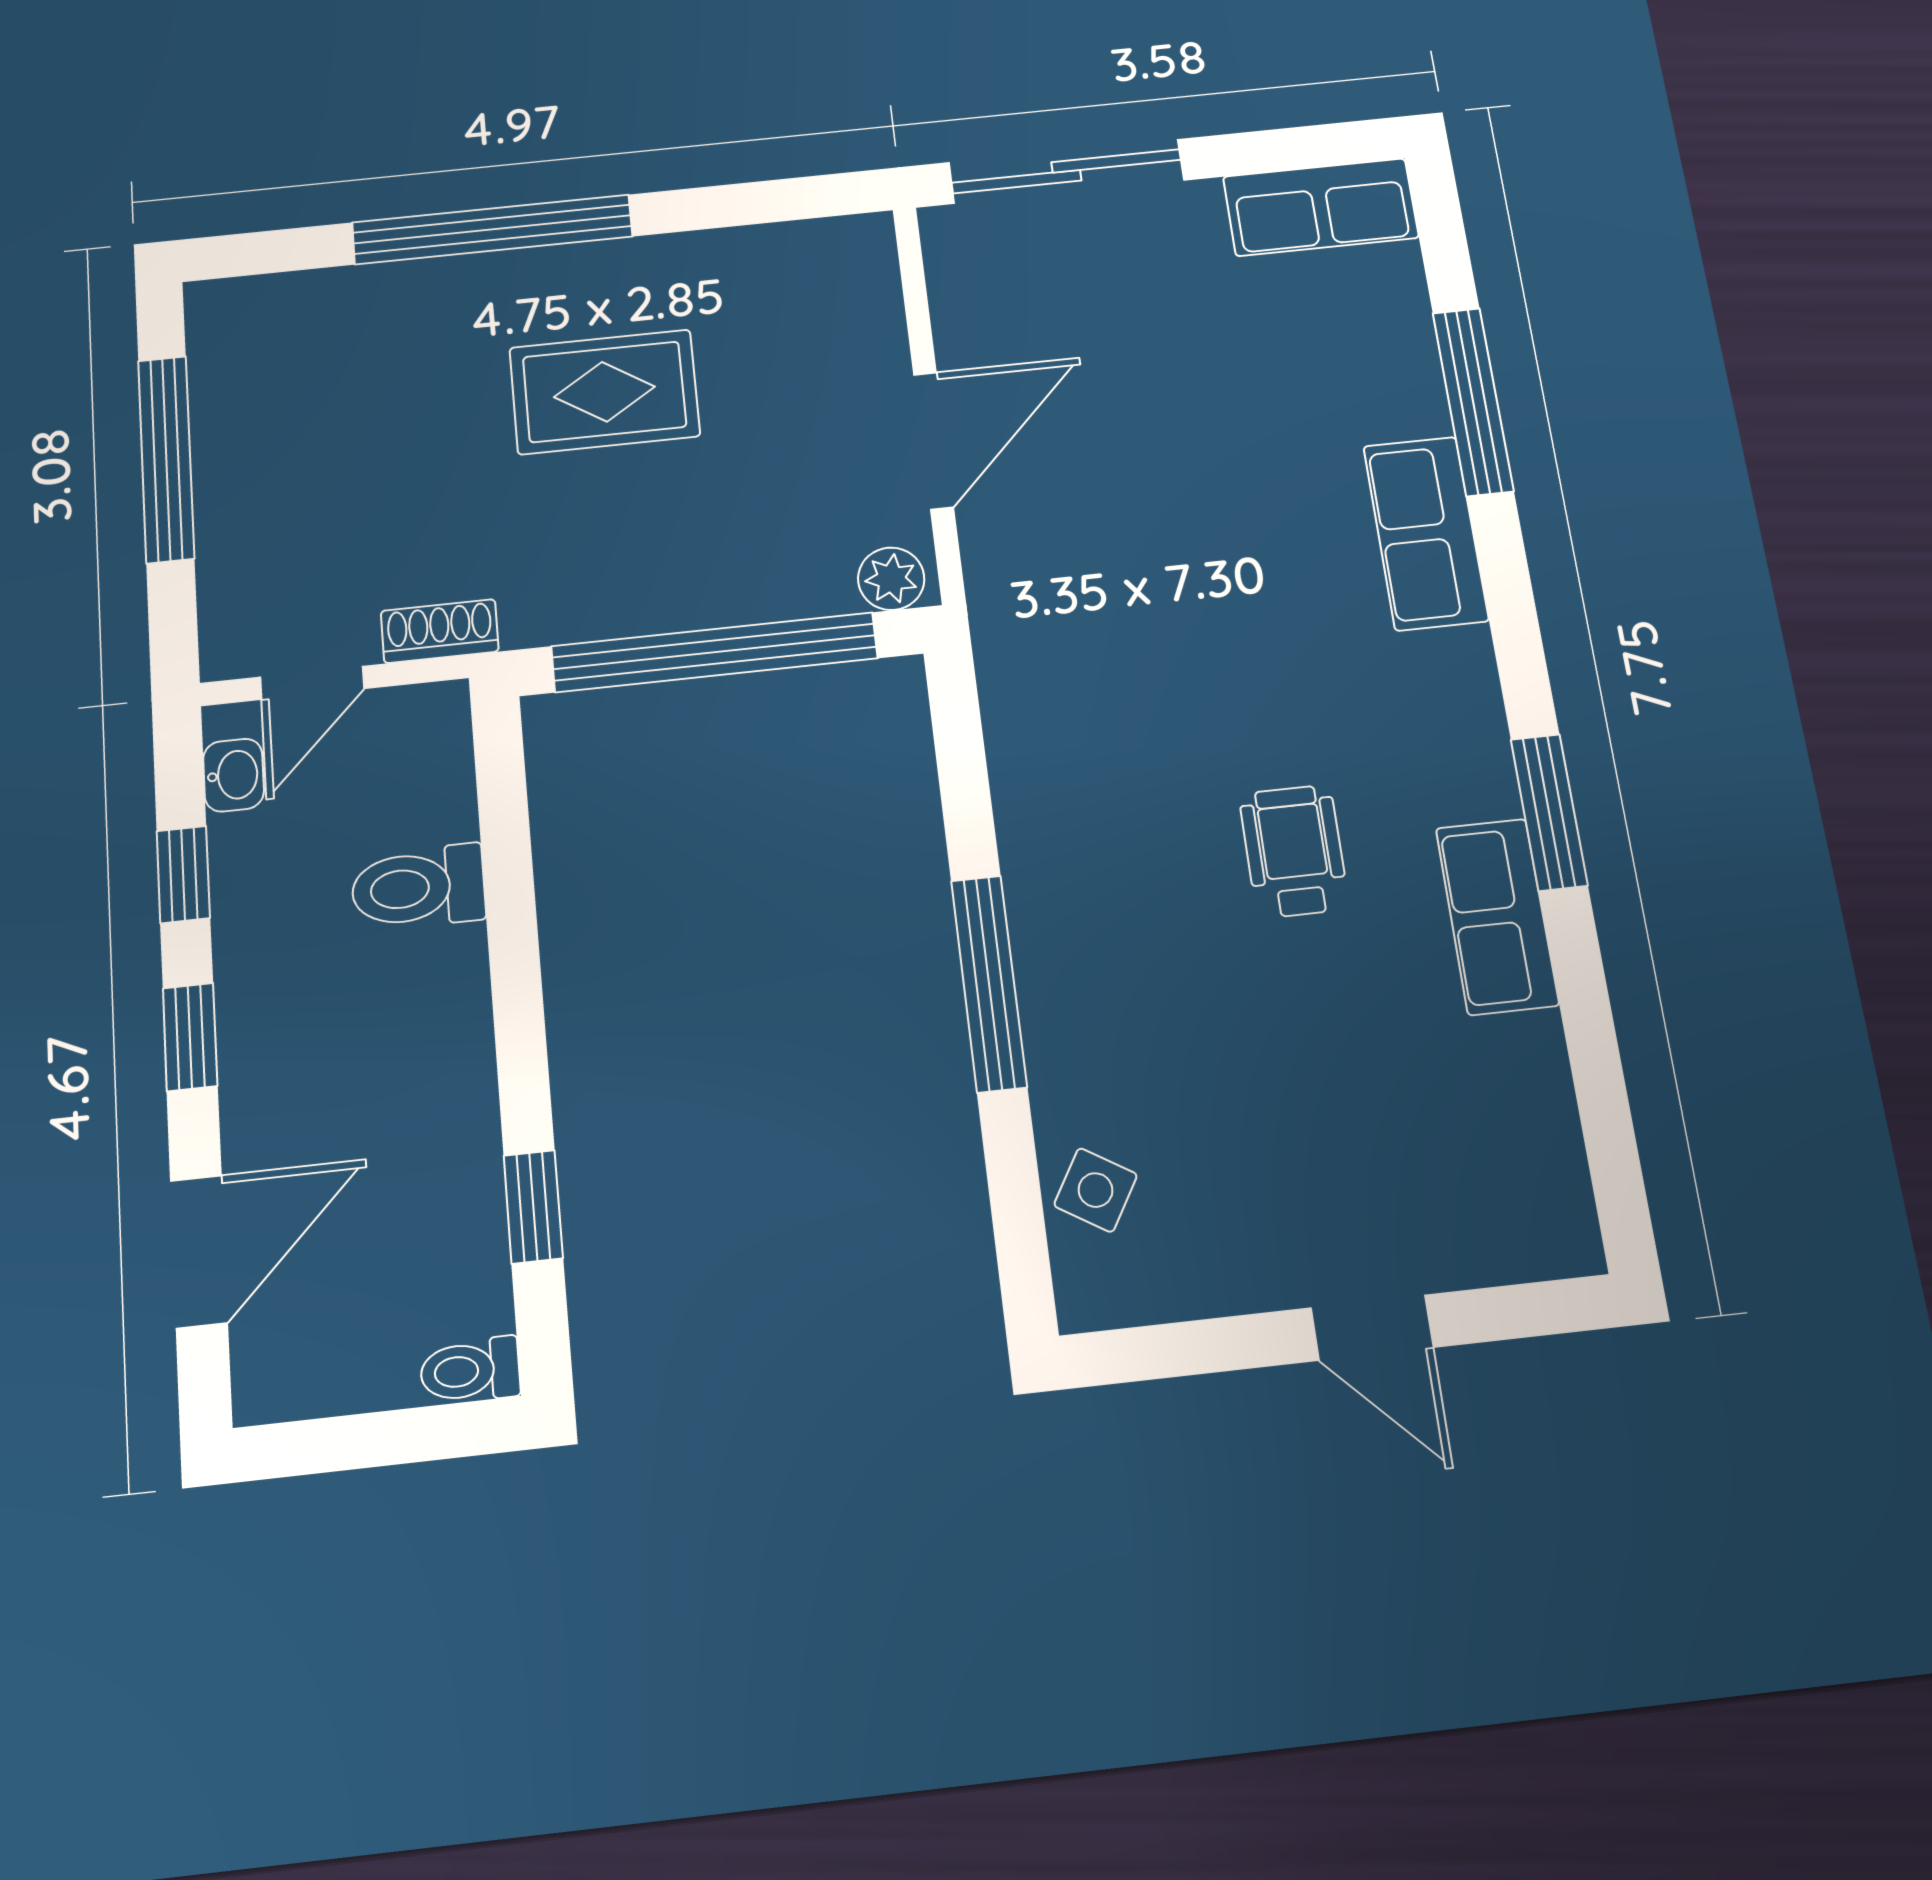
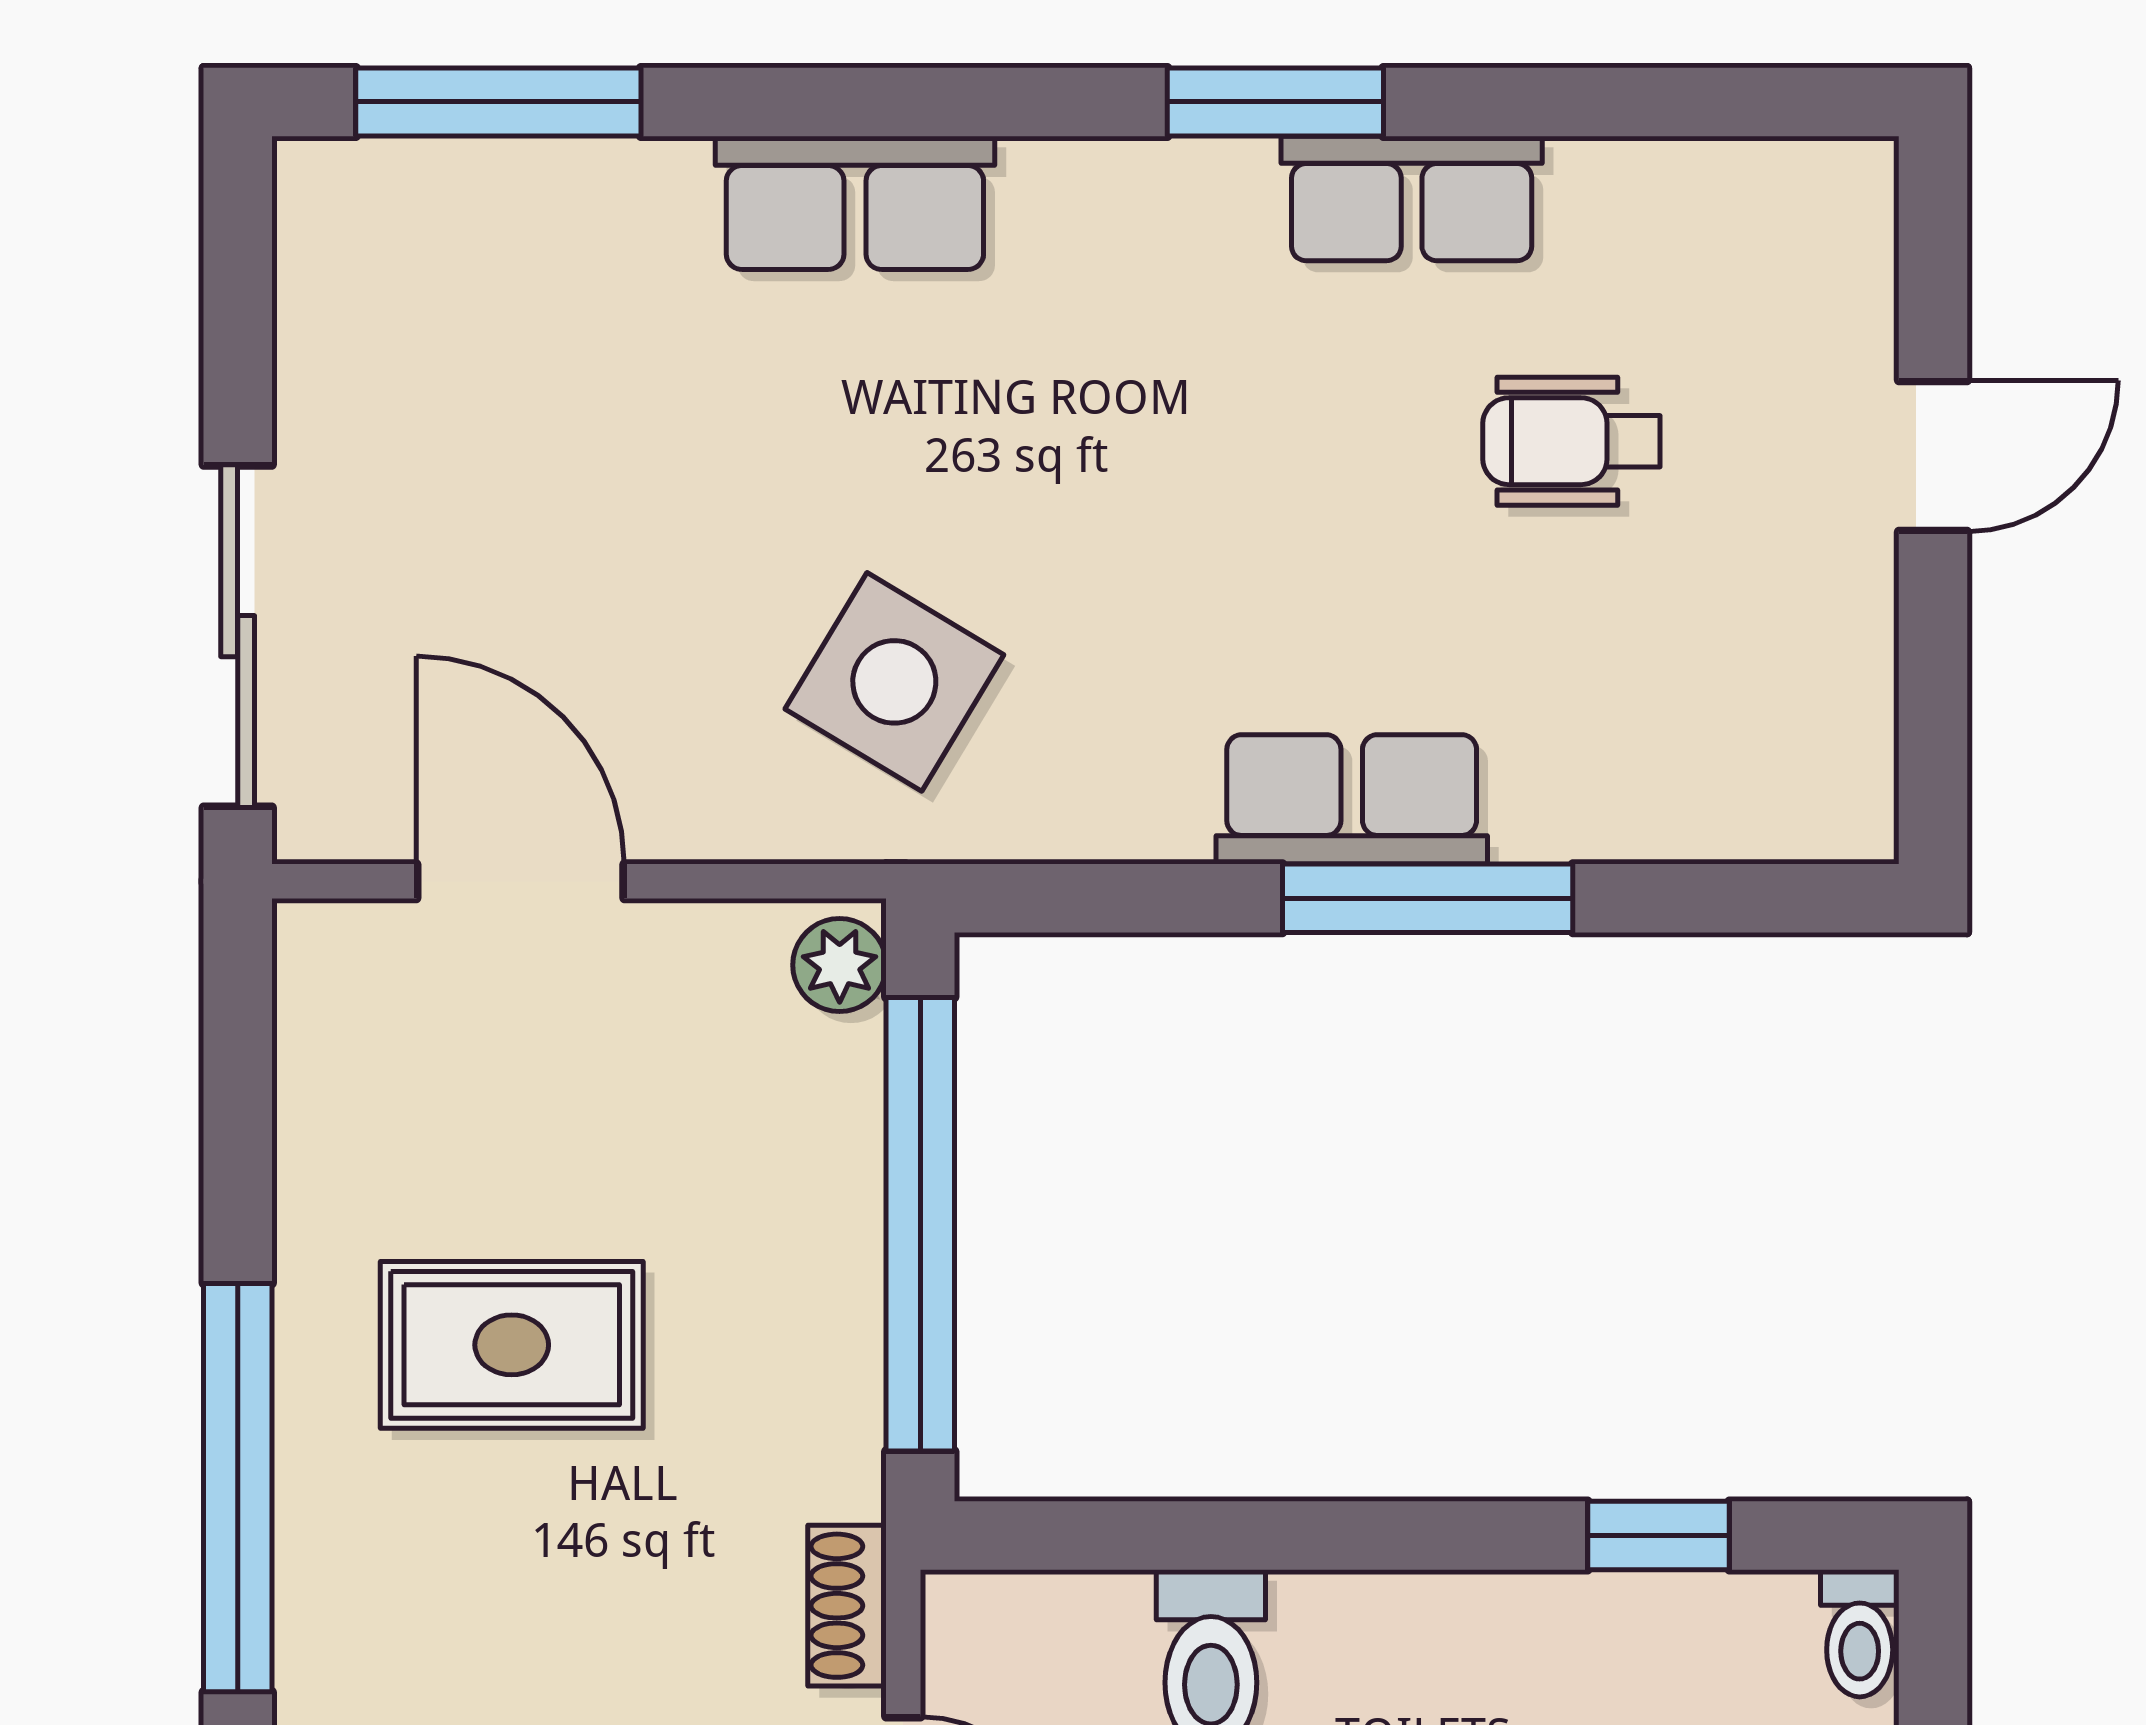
row of seats: (1321, 207) -> (1352, 799), moved, turned -90
rug: (604, 392) -> (512, 1345), turned 90
window: (1473, 402) -> (498, 102), moved
door: (933, 441) -> (520, 881), moved
wheelchair: (1294, 851) -> (1572, 441), moved
side table: (1096, 1190) -> (894, 682), moved, width x1.87, depth x1.87

